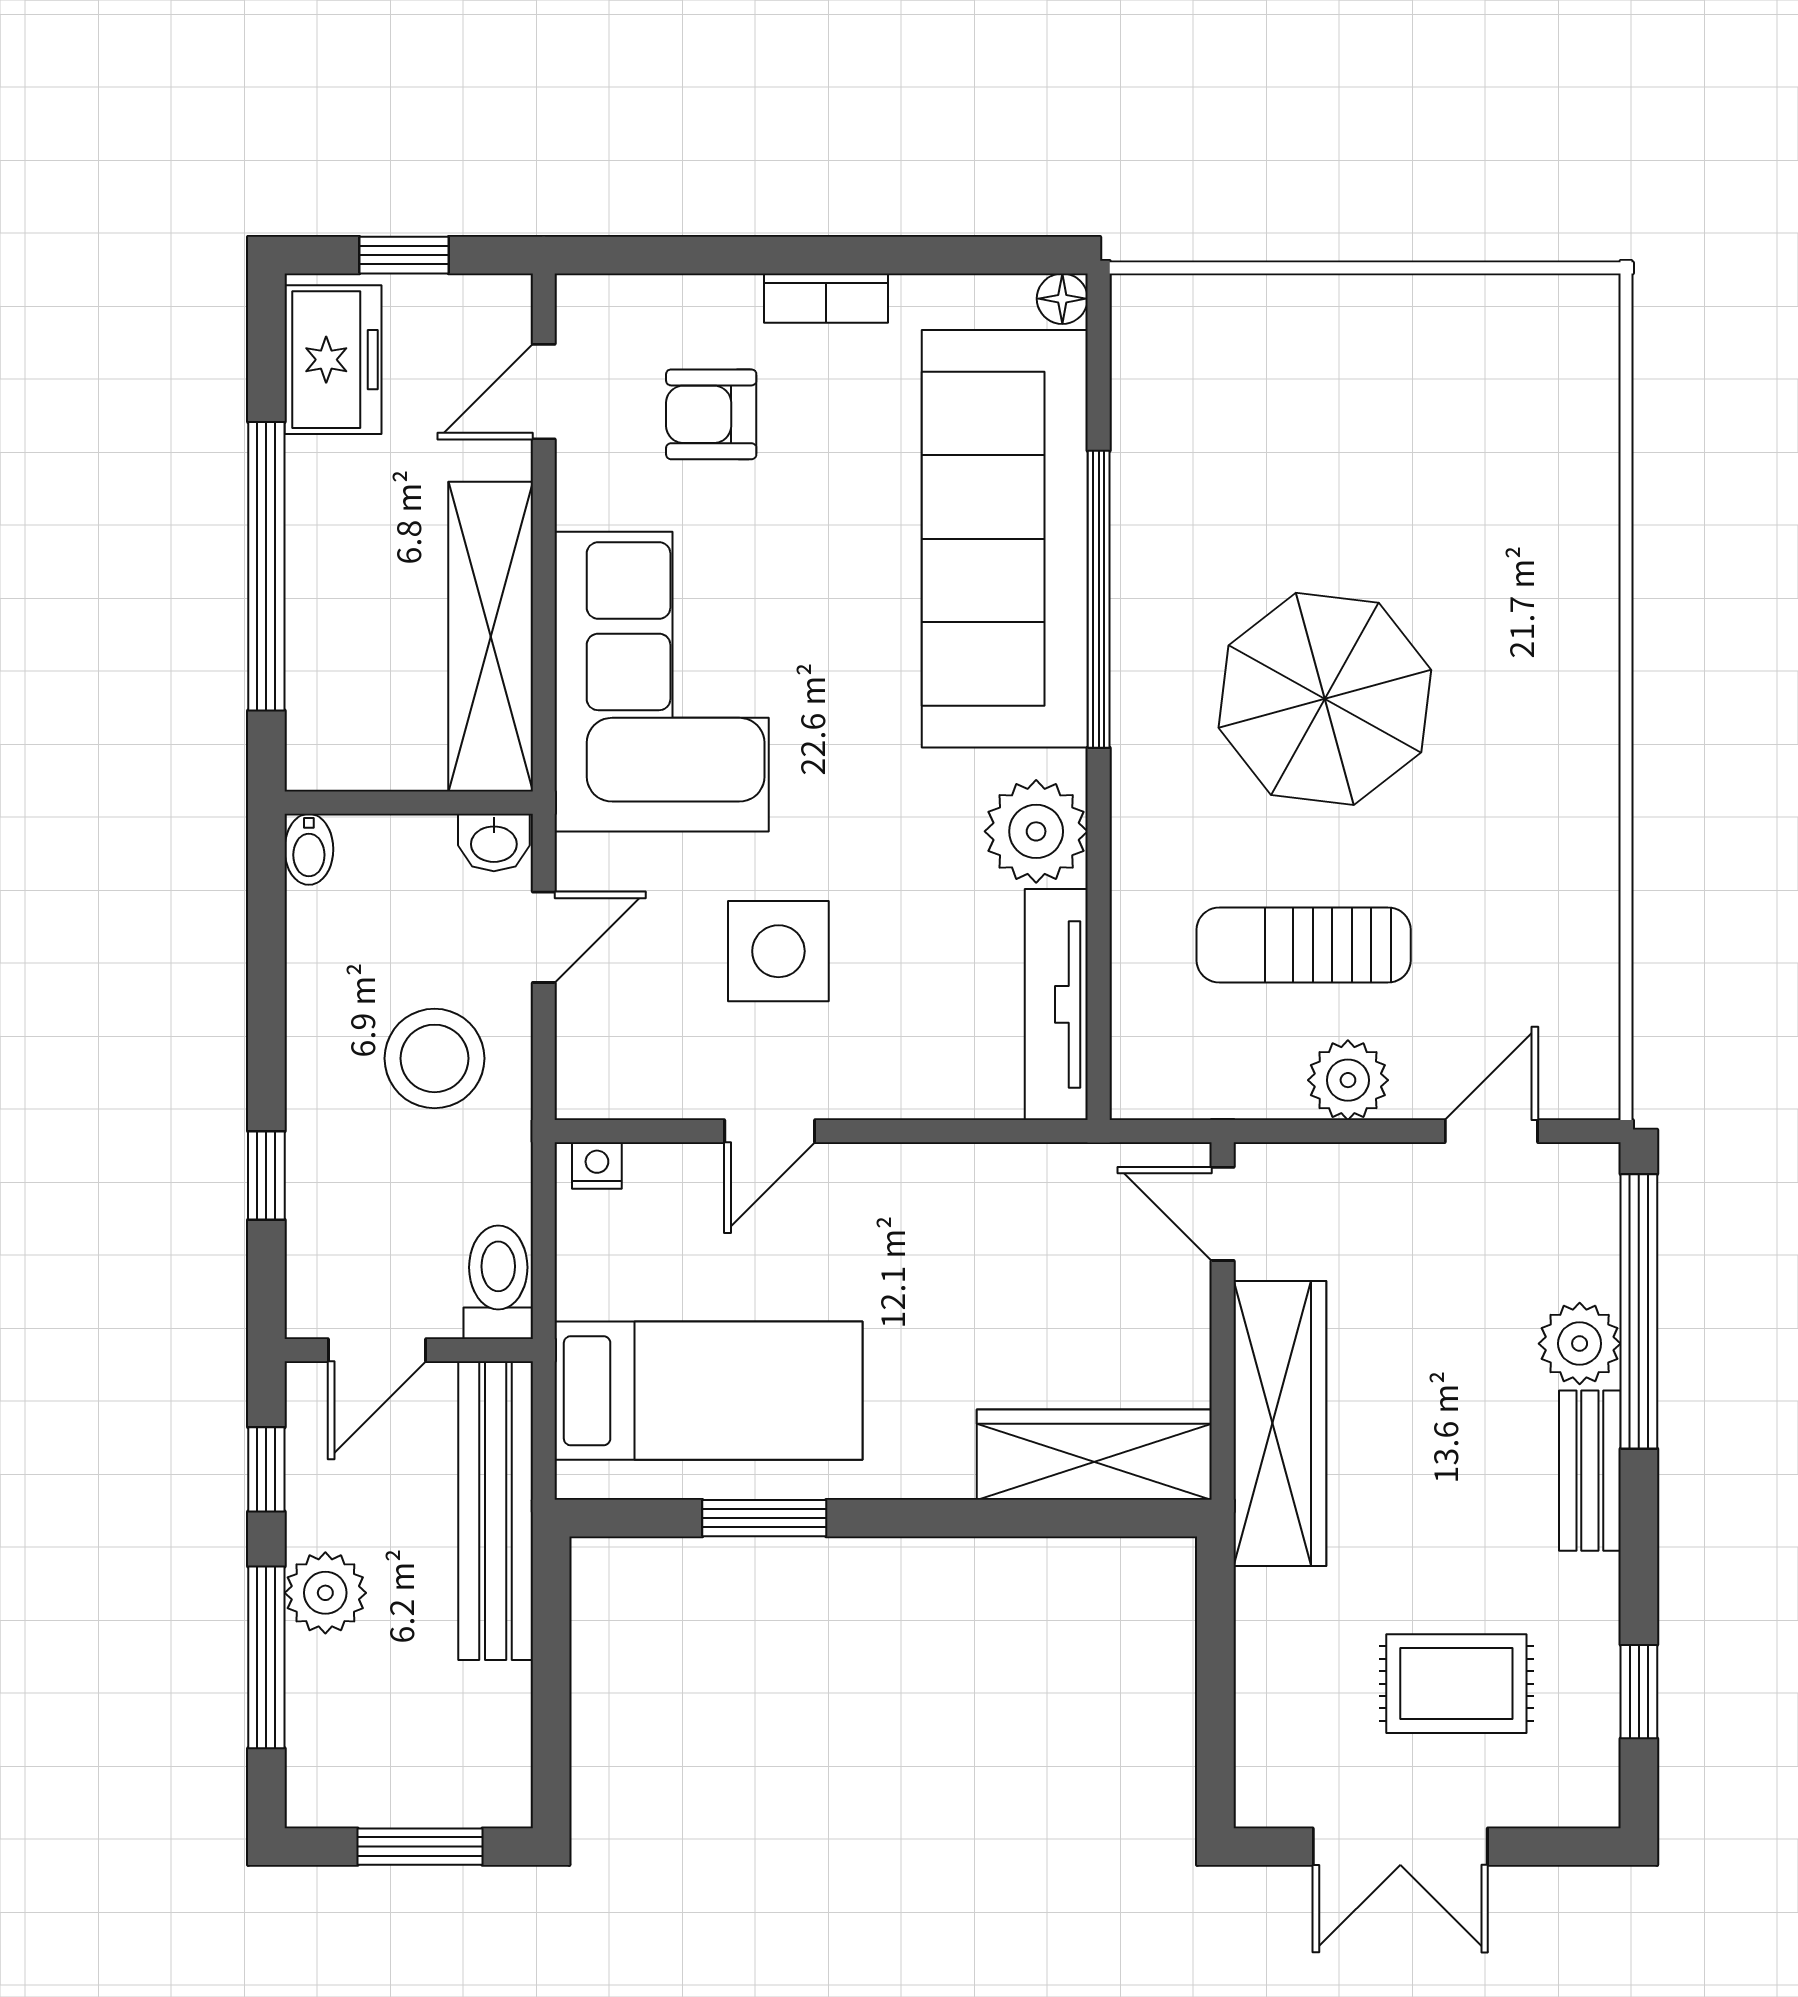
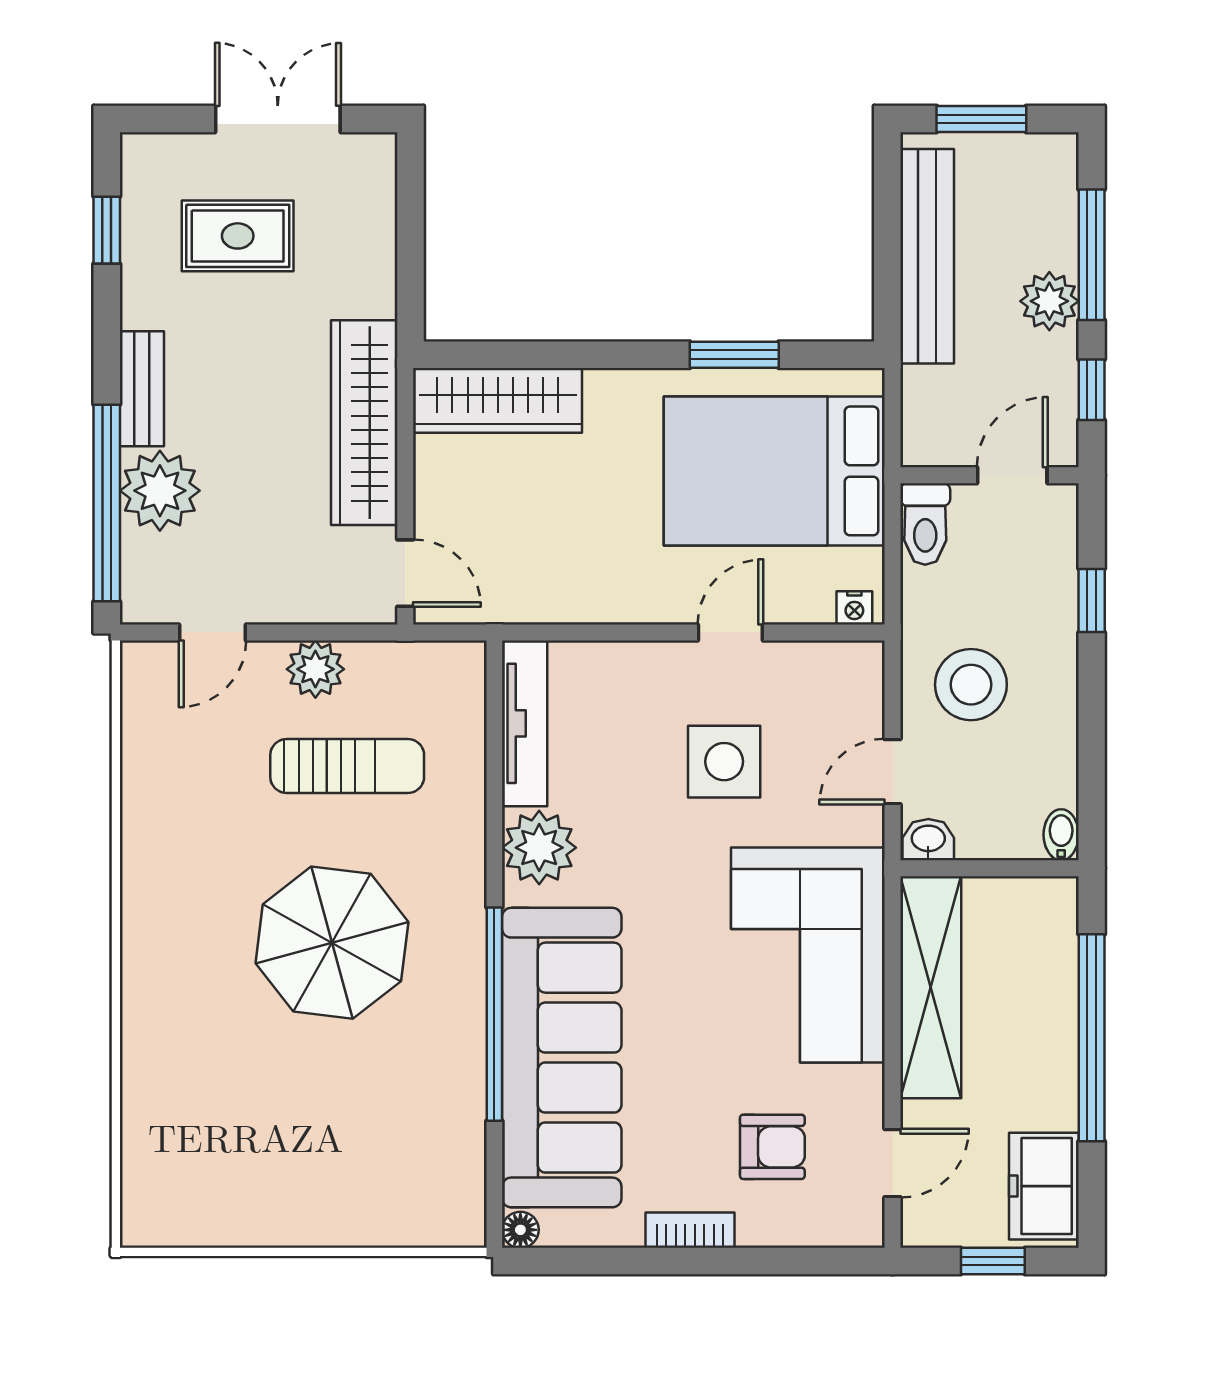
plant: (1580, 1344) -> (160, 491), width x1.36, depth x1.36
bed: (709, 1391) -> (774, 471), width x1.50
bench: (496, 1511) -> (927, 256), moved

